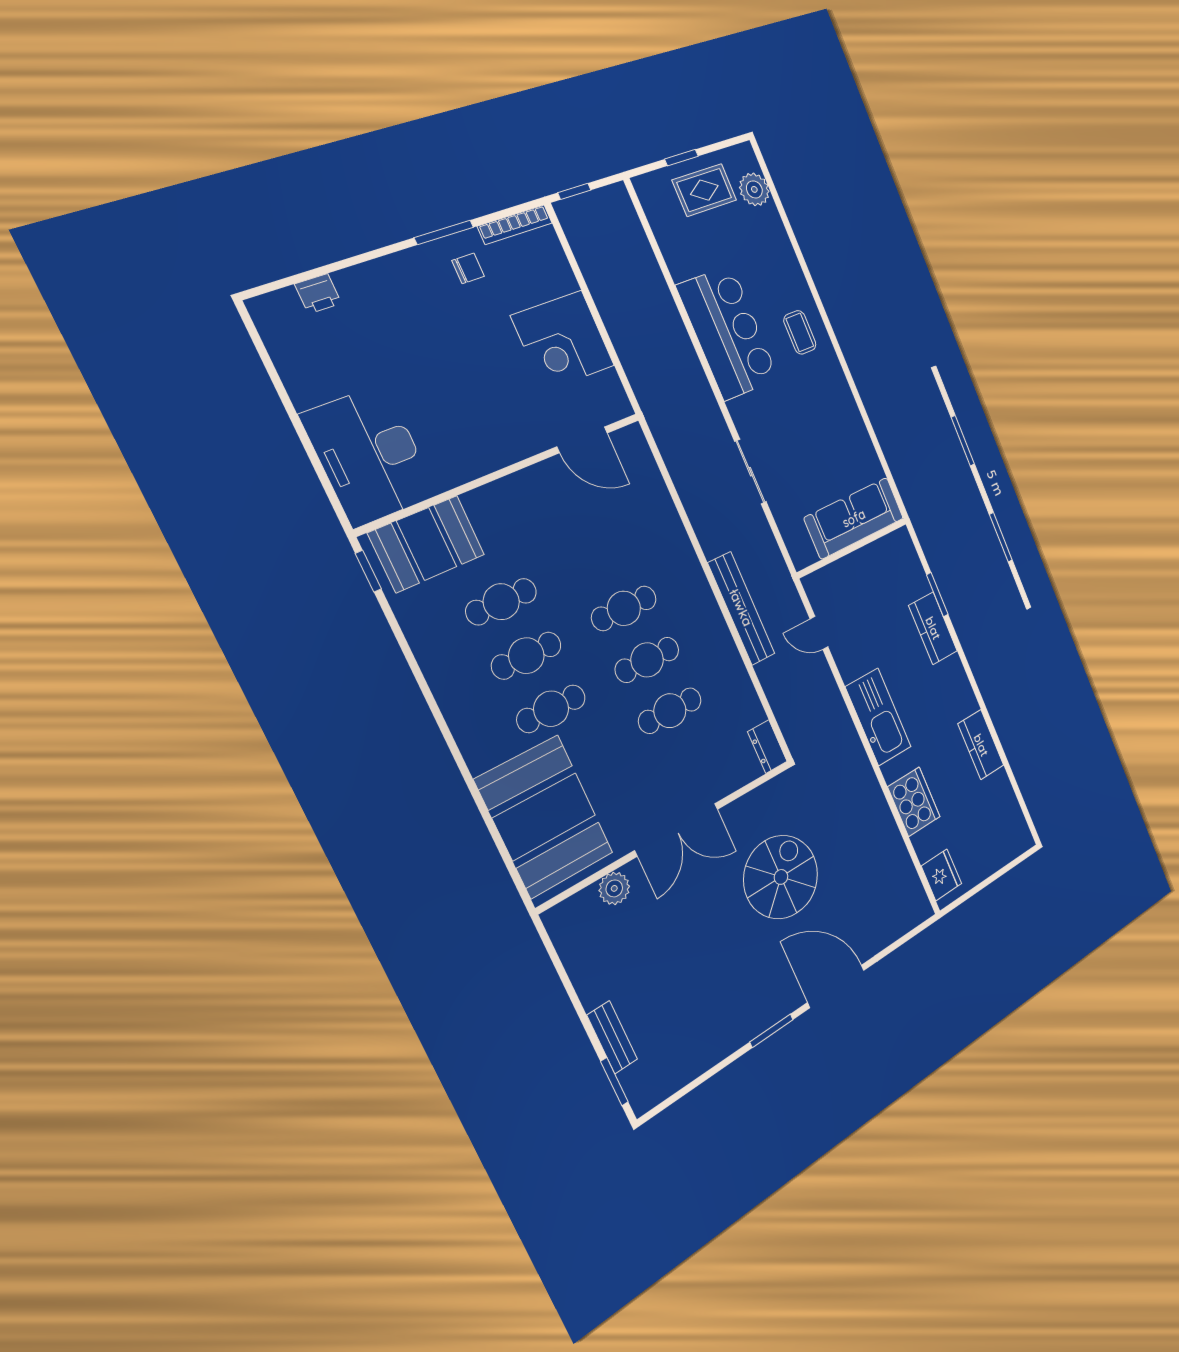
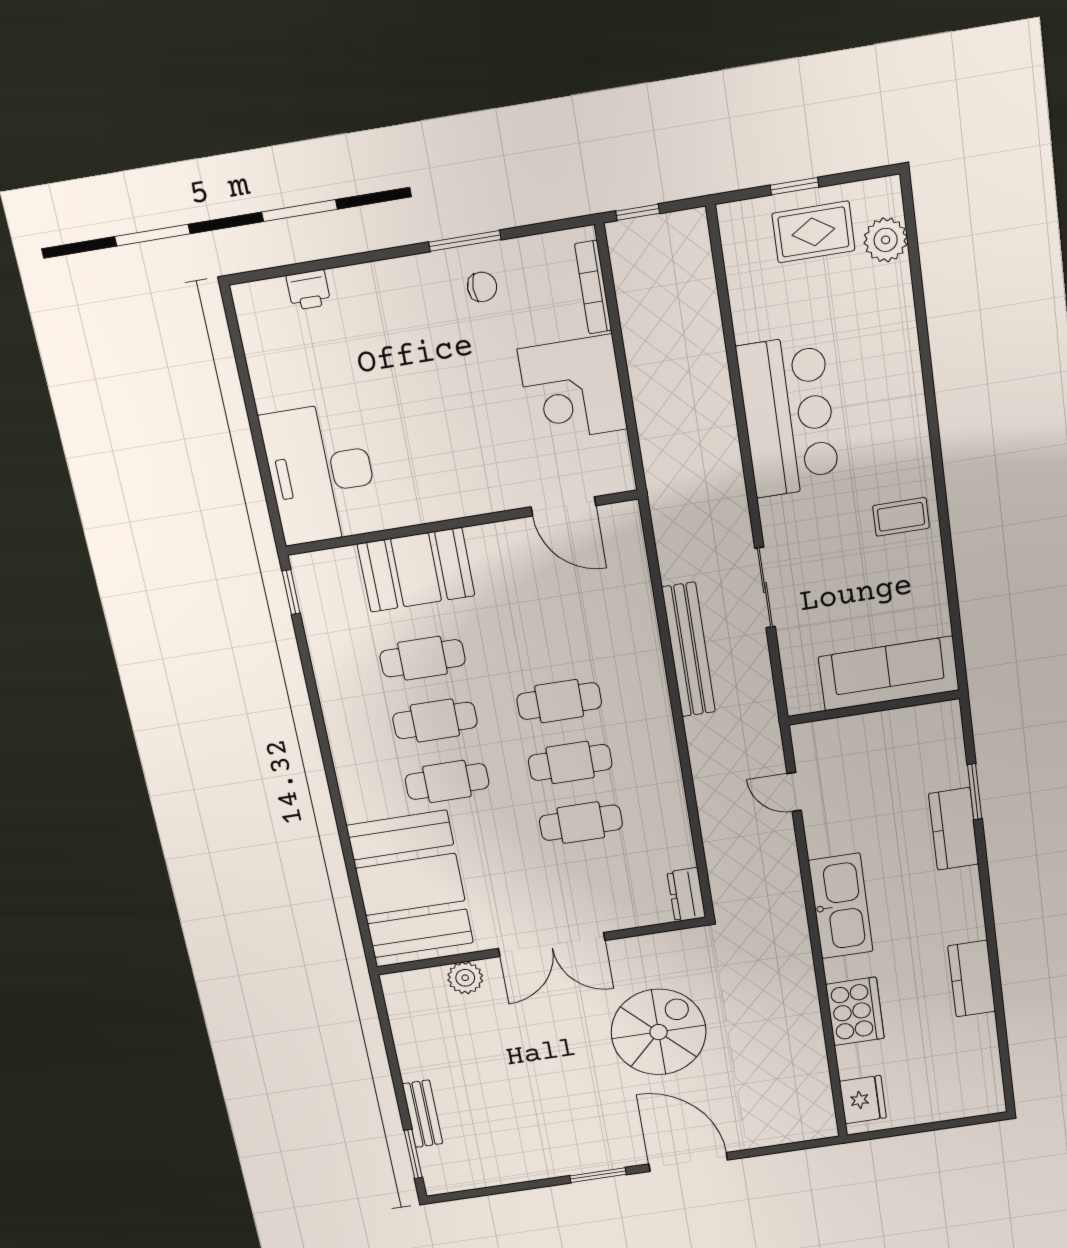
bookcase: (515, 225) -> (593, 287), moved, turned 90
coffee table: (800, 332) -> (901, 517), moved, turned 90
booth: (427, 544) -> (416, 570), moved
bench: (741, 608) -> (689, 650), moved

